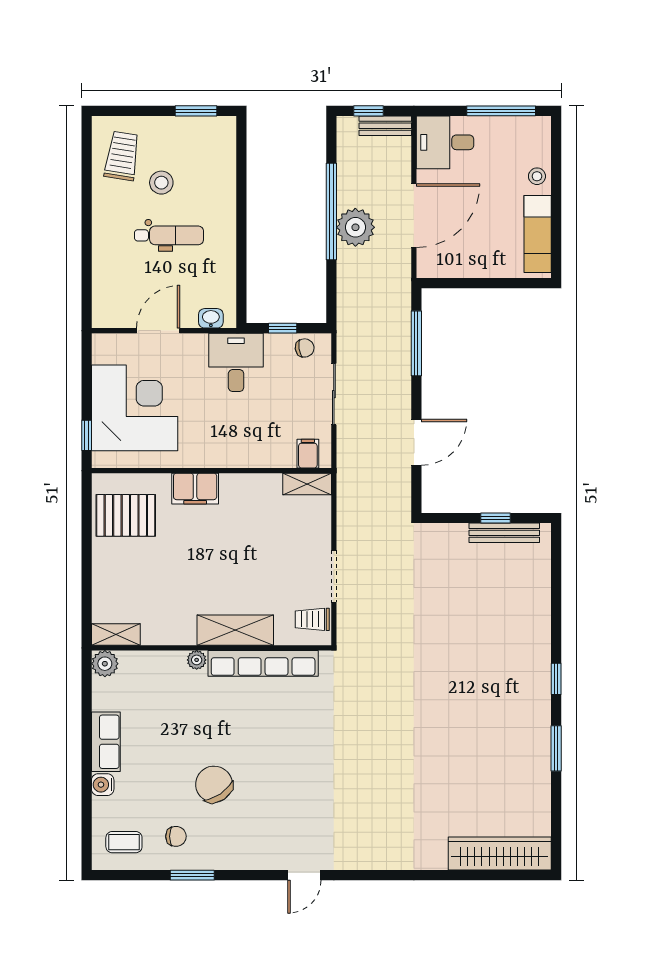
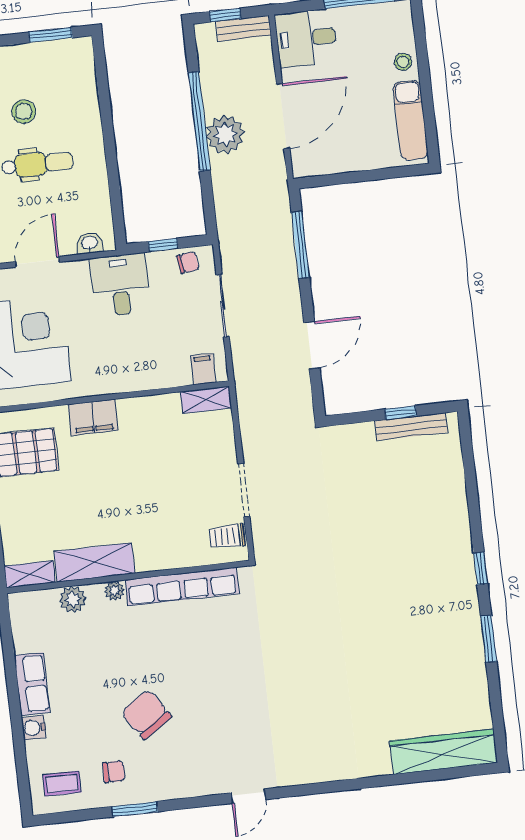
shelving: (235, 630) -> (94, 562), moved
plant: (105, 664) -> (73, 599), moved

